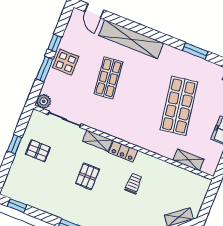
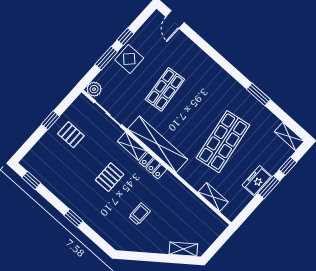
shelving: (131, 39) -> (158, 144), moved
trolley: (134, 184) -> (139, 214), moved

